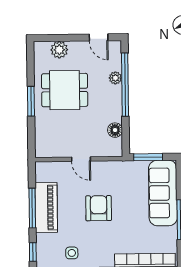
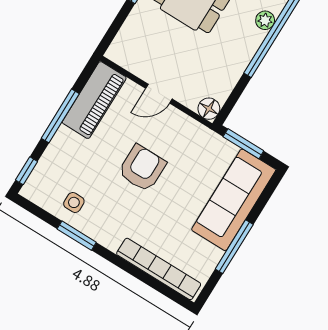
floor lamp: (115, 130) -> (209, 109), moved
door: (81, 159) -> (159, 94), hinge flipped
piano: (46, 208) -> (94, 100), moved

